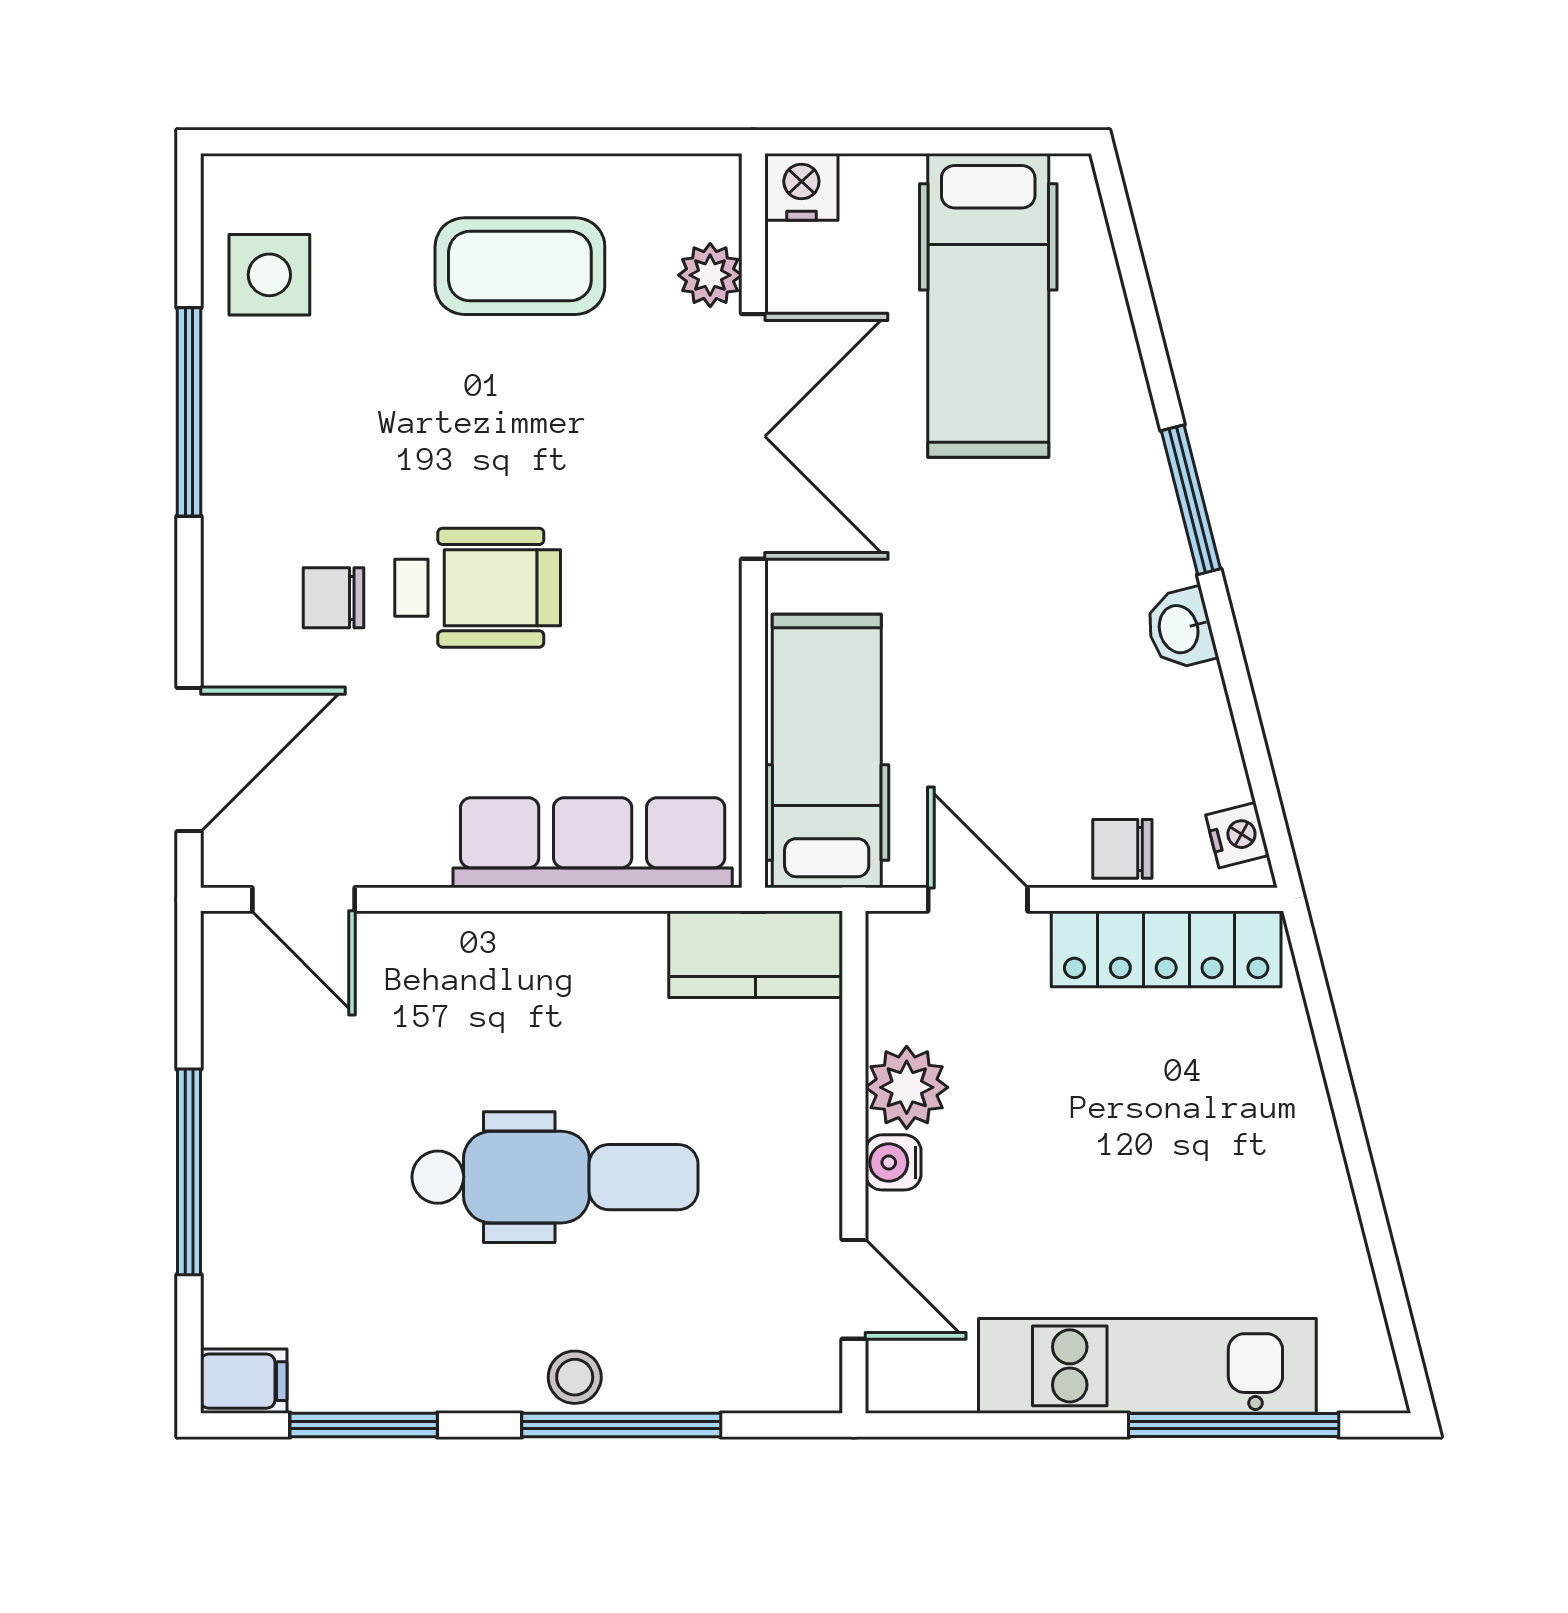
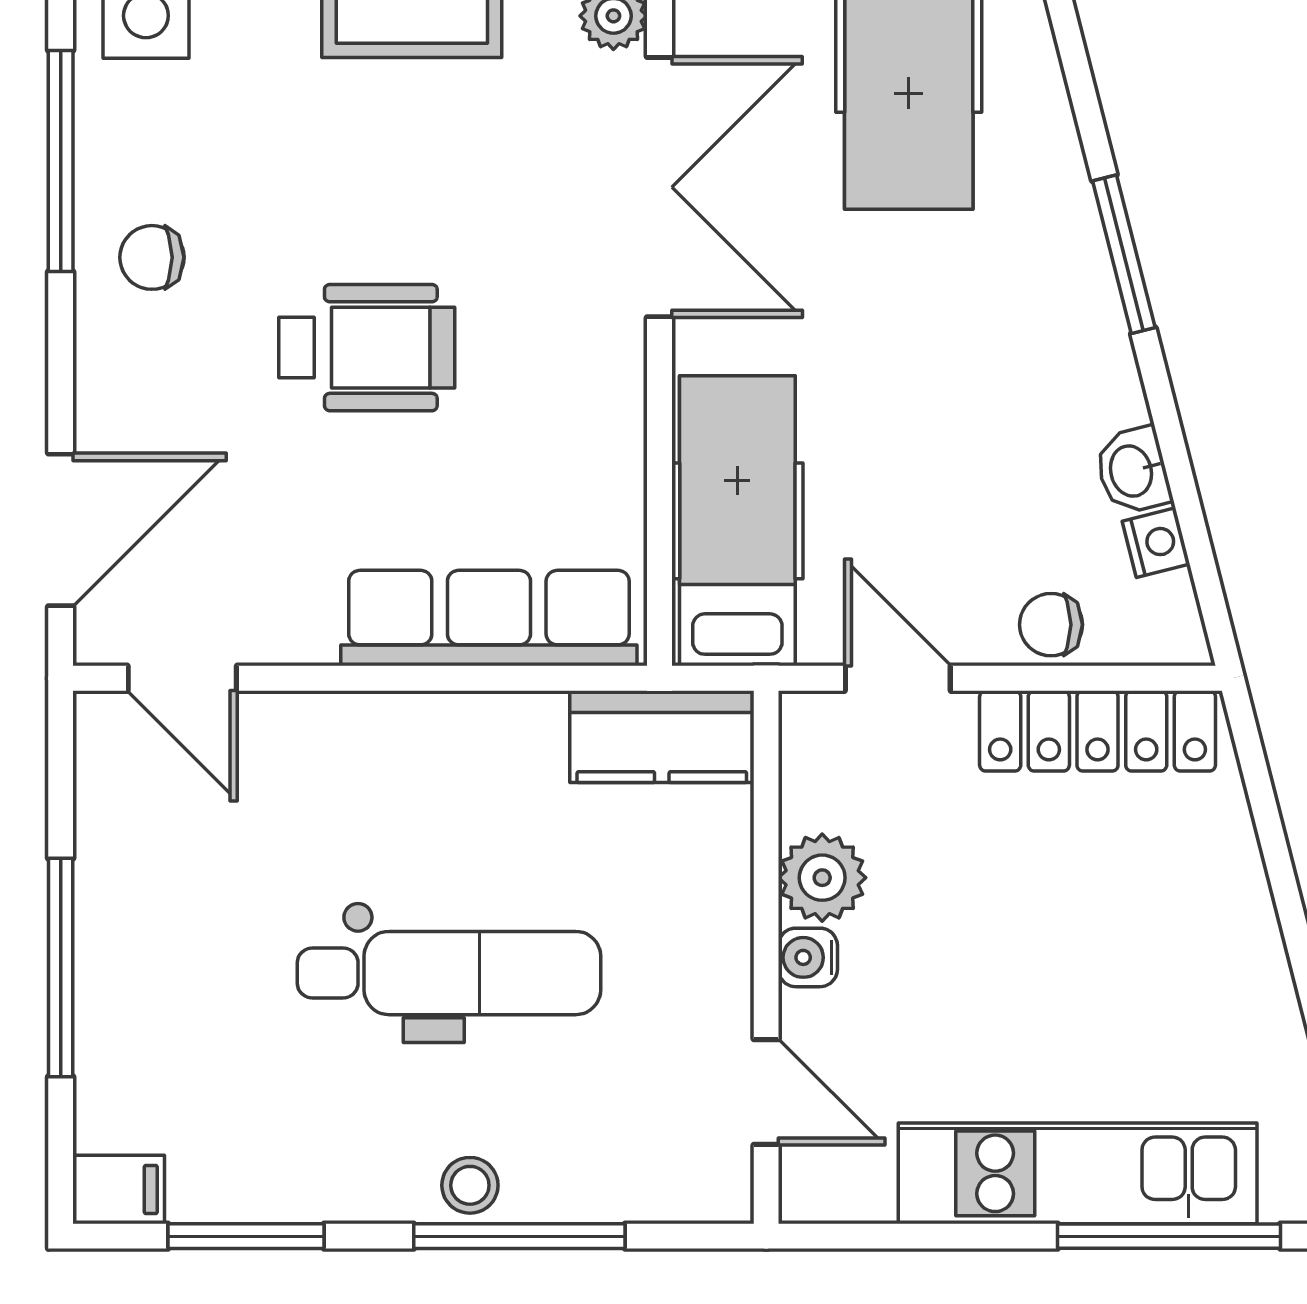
chair: (334, 598) -> (152, 257), moved
washbasin: (1180, 629) -> (1133, 471), moved
nightstand: (1237, 835) -> (1156, 543), moved

